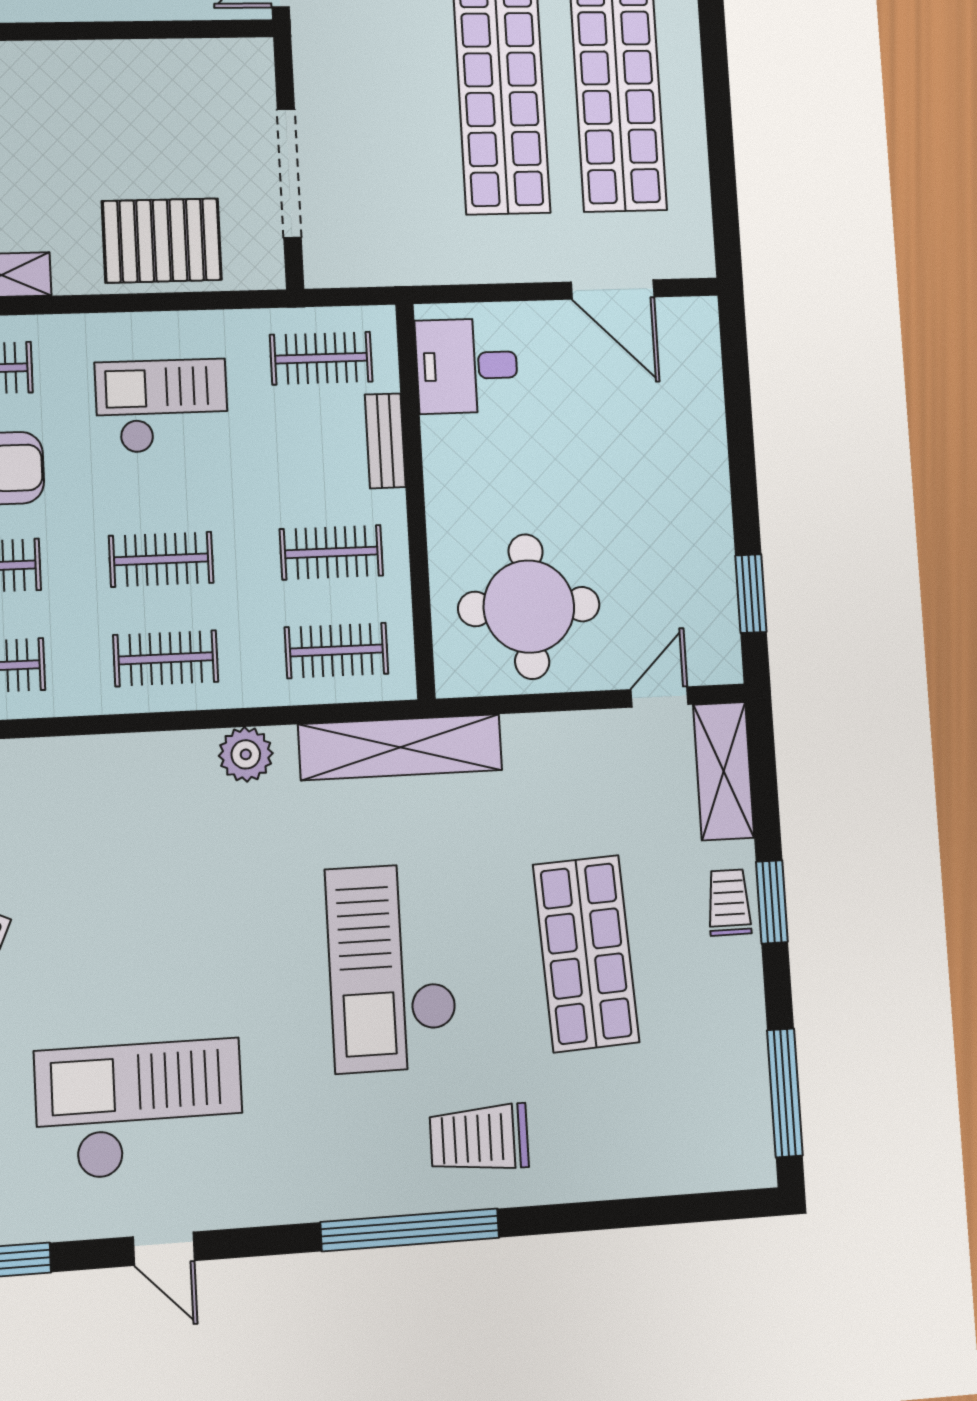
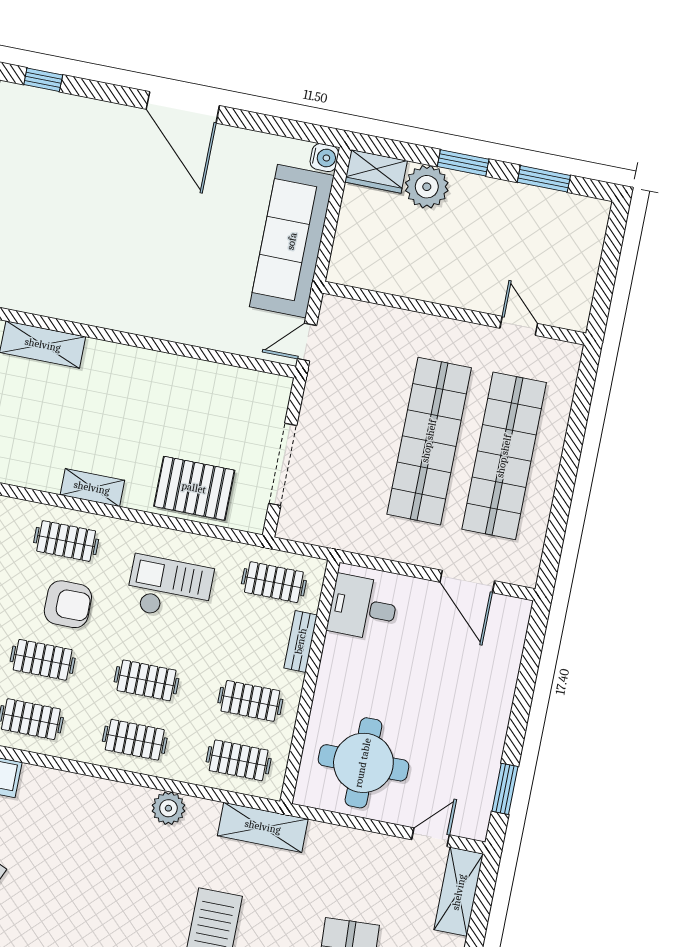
shelving: (400, 747) -> (263, 827), width x0.68

